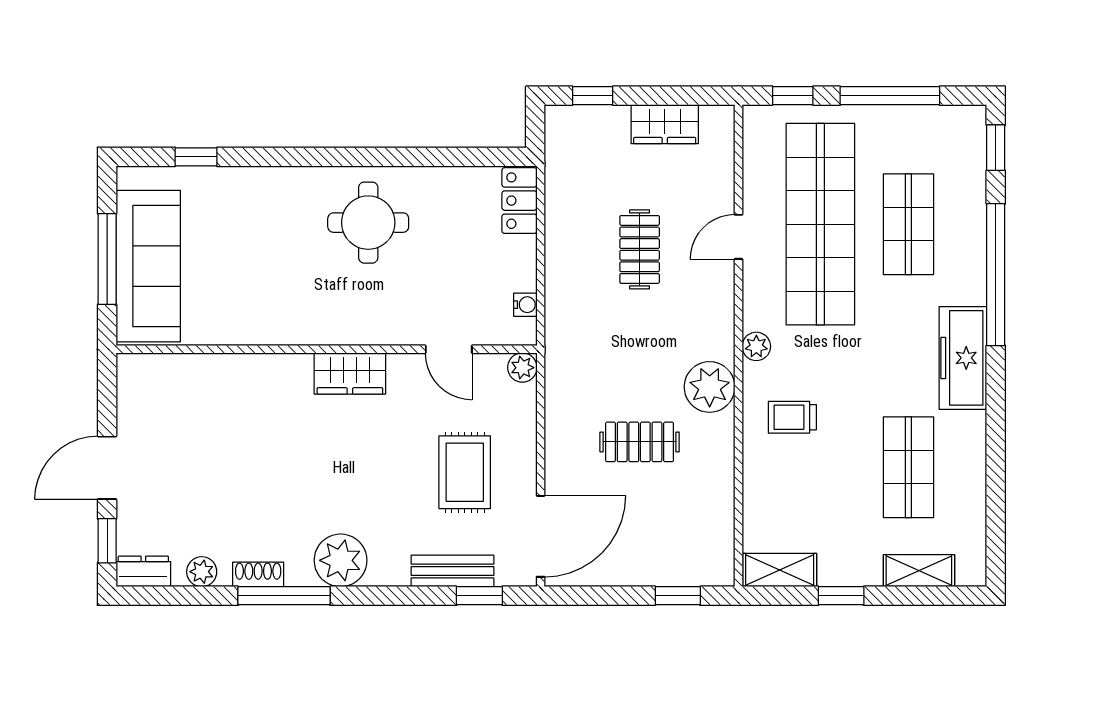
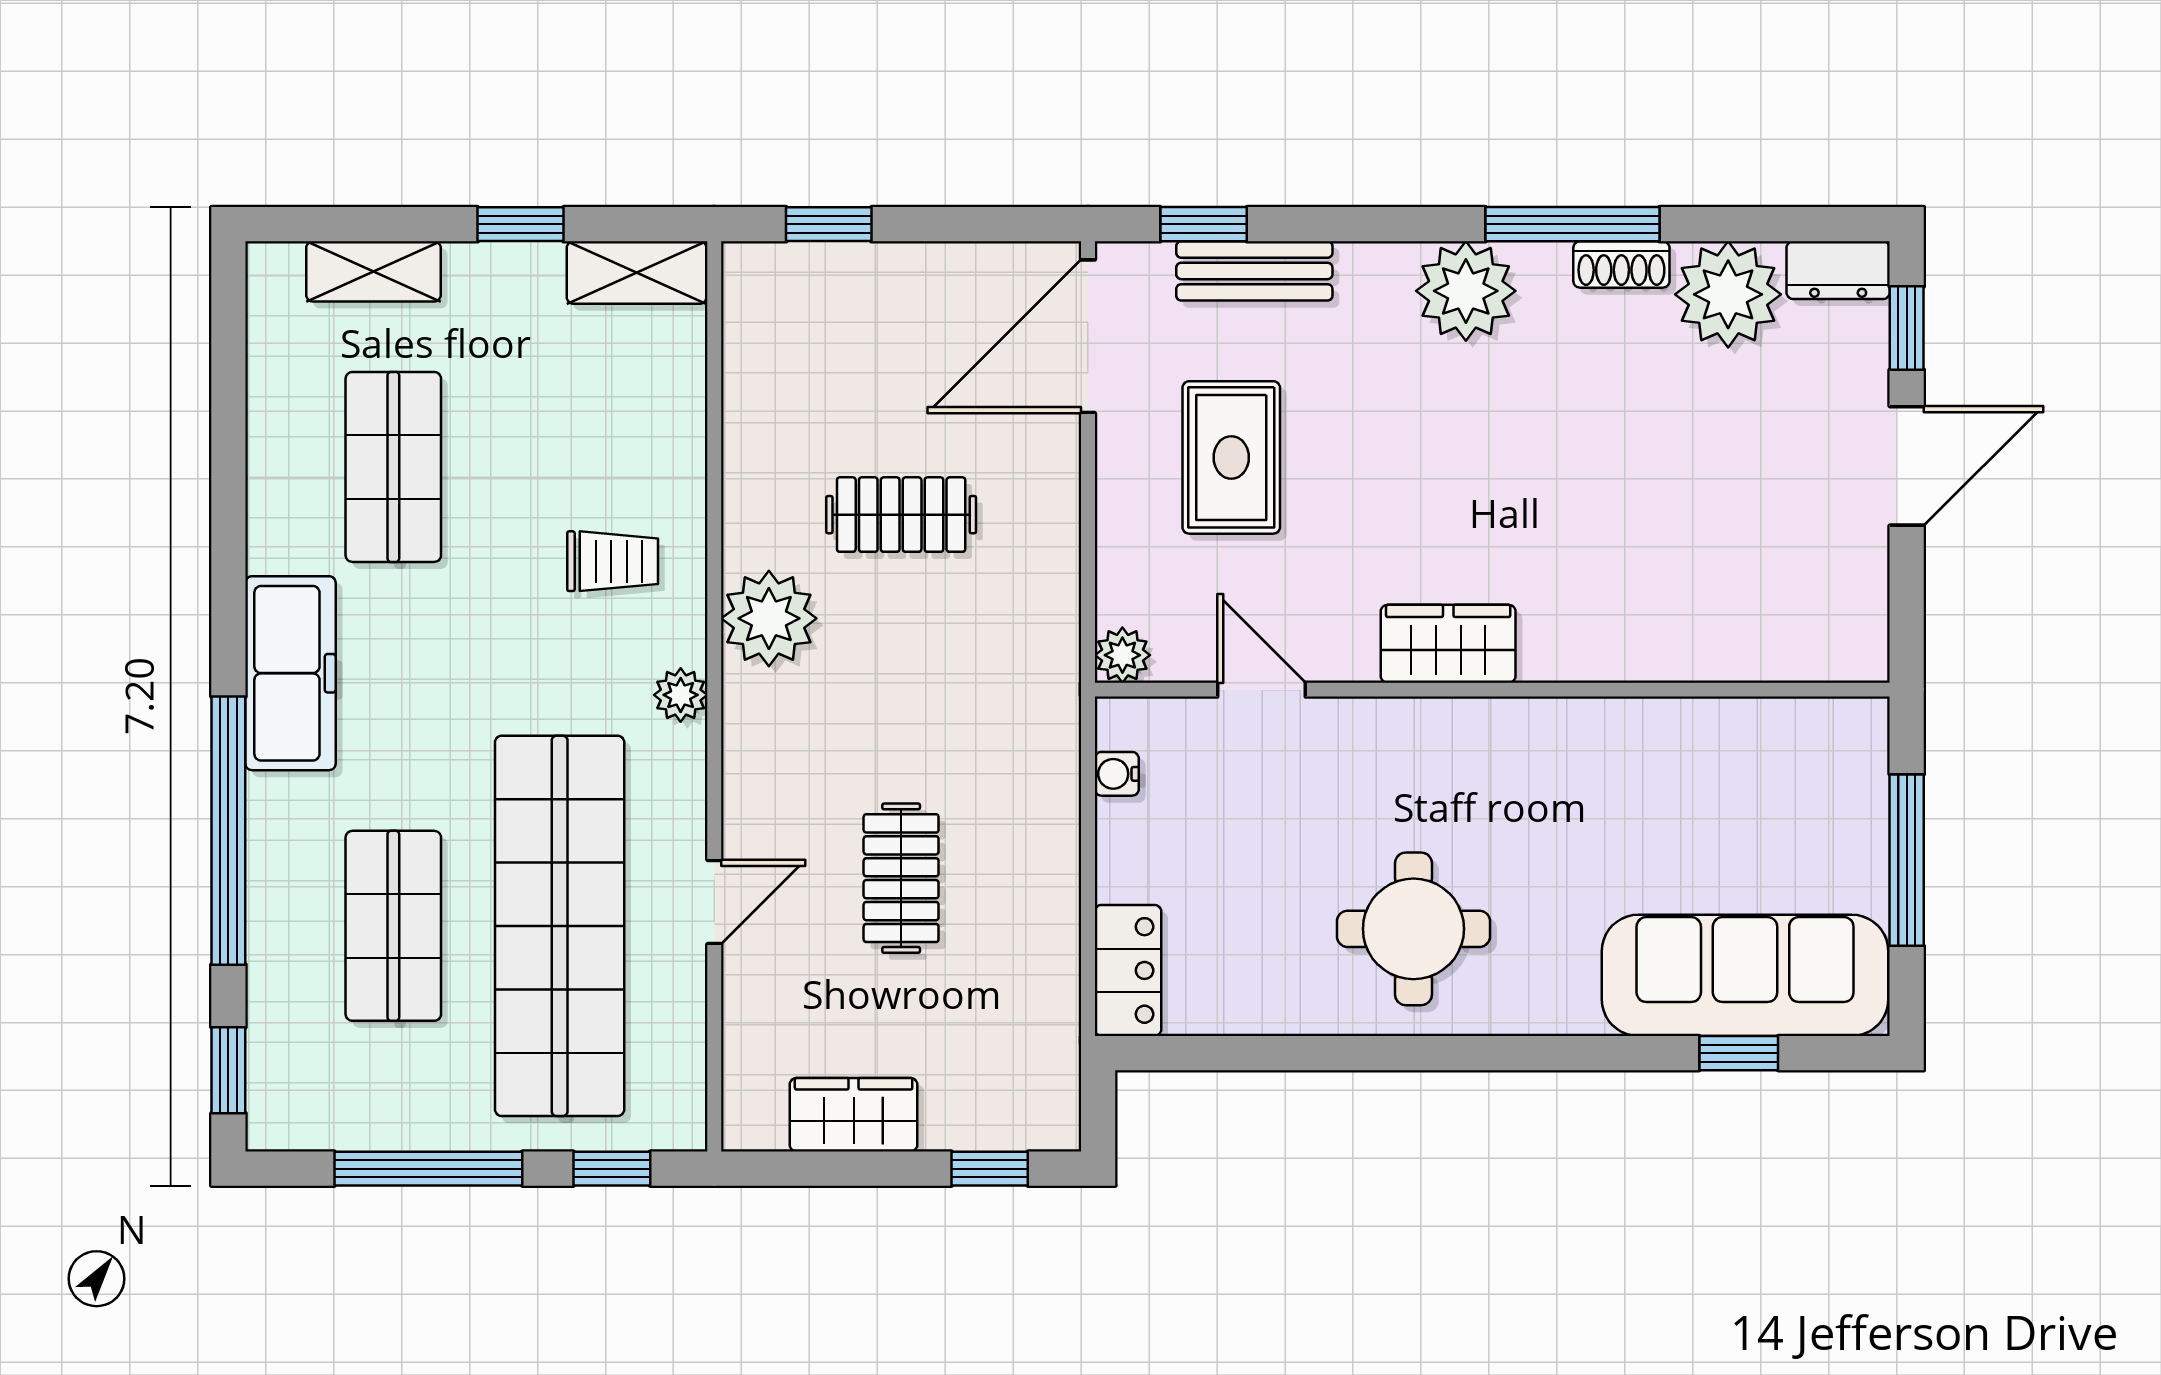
sofa: (148, 266) -> (1745, 975), moved, turned 90
plant: (202, 572) -> (1728, 294), width x1.88, depth x1.88

